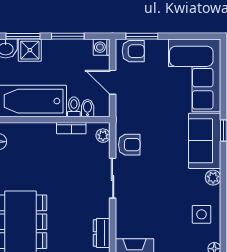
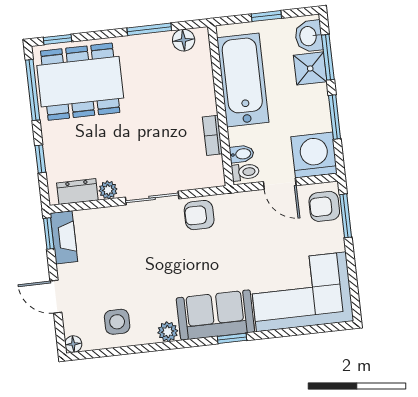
washing machine: (102, 47) -> (314, 155), width x1.89, depth x1.89
armchair: (133, 51) -> (324, 206), turned 90
door: (113, 82) -> (280, 184), swing flipped
toilet: (74, 107) -> (245, 172), moved
plant: (103, 136) -> (108, 190), moved
armchair: (129, 145) -> (199, 215), turned 90

